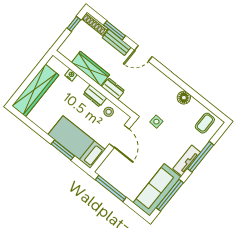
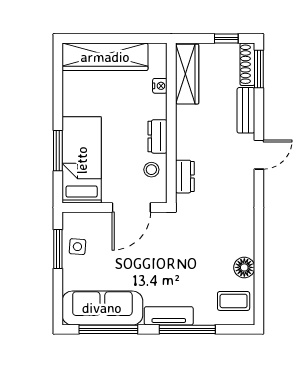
window: (114, 30) -> (259, 69), moved
door: (143, 53) -> (259, 155), swing flipped
wardrobe: (90, 69) -> (187, 74), moved
dresser: (113, 89) -> (185, 177), moved
floor lamp: (184, 98) -> (244, 267), moved
side table: (156, 122) -> (77, 247), moved
window: (111, 188) -> (58, 249), width x0.69

